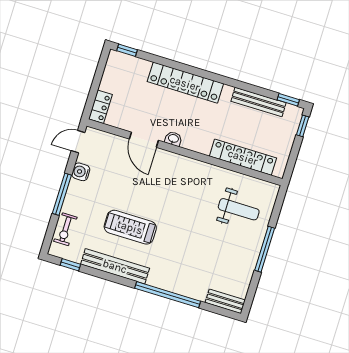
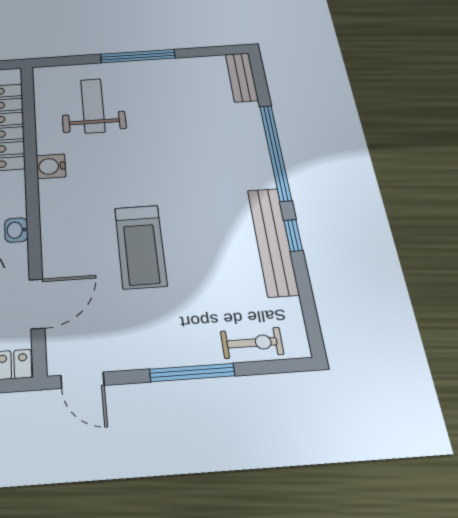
door: (144, 140) -> (37, 304), moved
water cooler: (81, 172) -> (51, 166), moved, turned 90
treadmill: (130, 227) -> (141, 246), moved
window: (70, 265) -> (293, 235), moved

